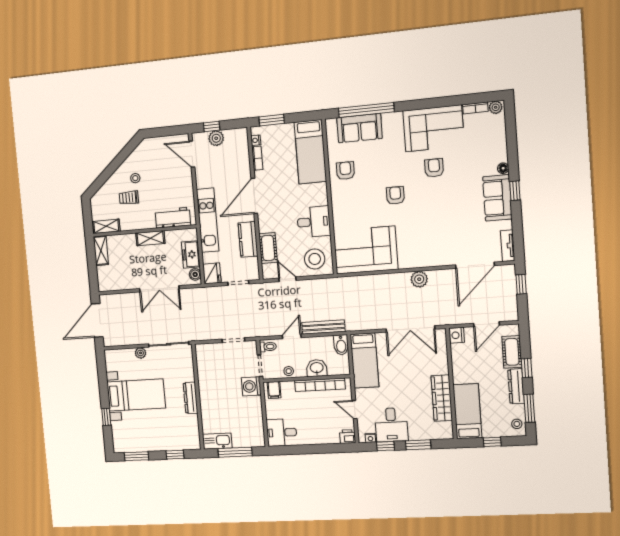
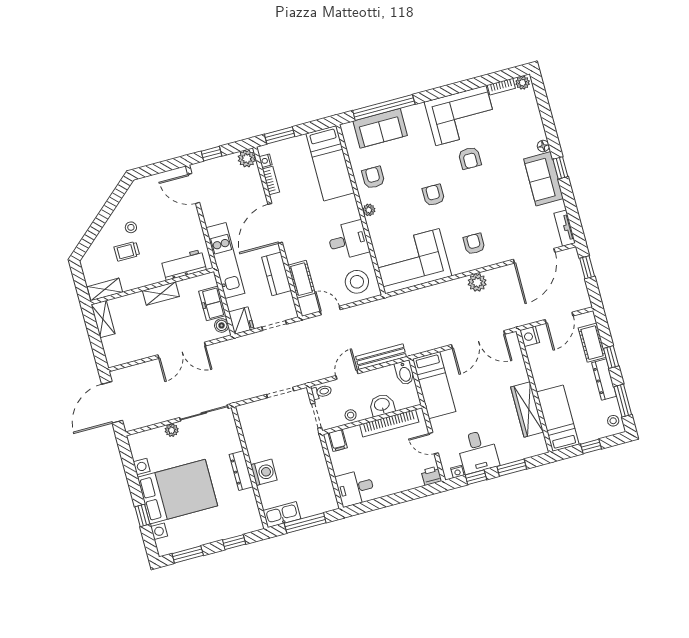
plant: (216, 138) -> (247, 159), moved
armchair: (434, 168) -> (470, 158), turned 180
plant: (336, 199) -> (369, 210), added
armchair: (423, 245) -> (474, 244), added
washing machine: (251, 386) -> (264, 472), moved, turned 180
bed with nightstands: (136, 395) -> (178, 492), width x1.36

